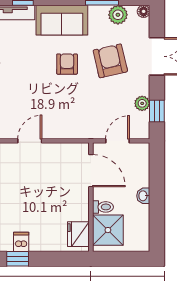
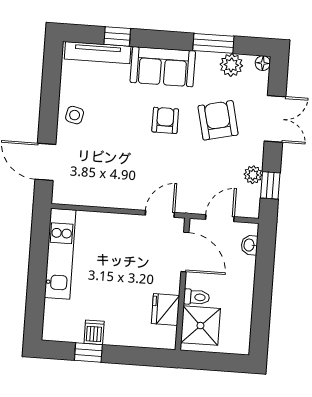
door: (30, 141) -> (160, 214), moved
washbasin: (143, 196) -> (249, 245), moved
fridge: (78, 234) -> (165, 310), moved

